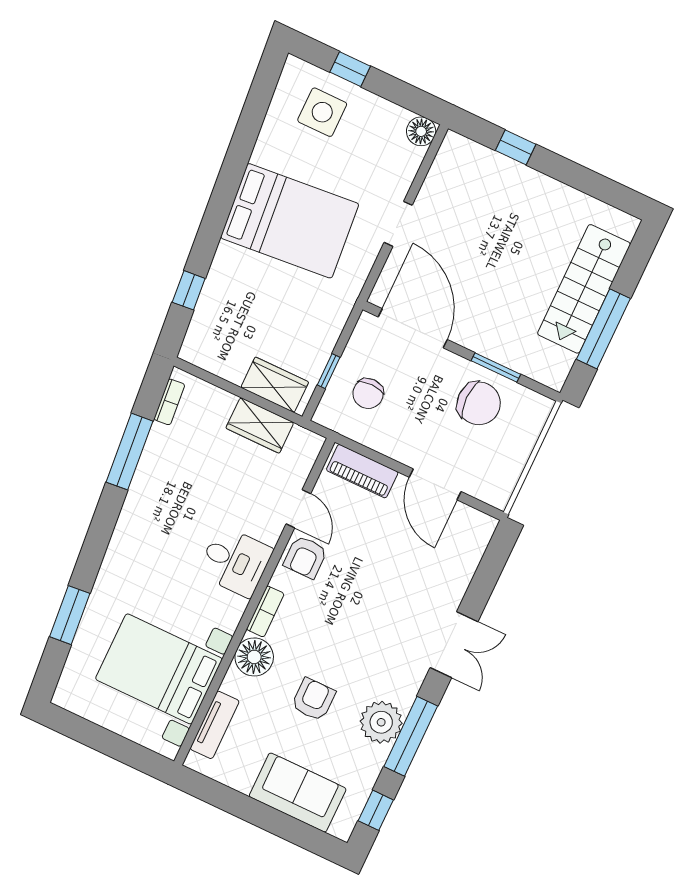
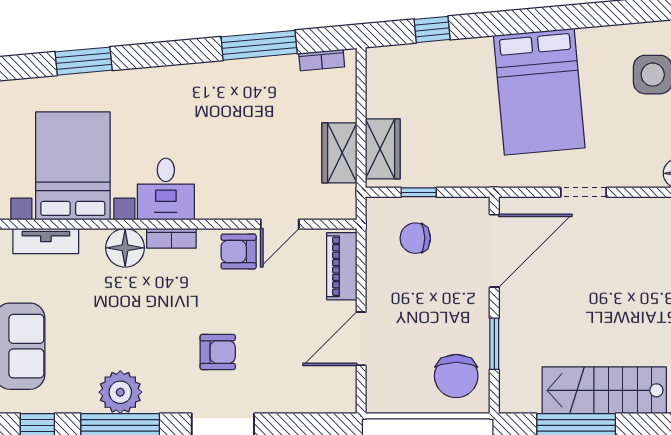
chair: (479, 403) -> (456, 376), moved
desk: (235, 561) -> (166, 189), moved
armchair: (313, 699) -> (218, 352), moved

